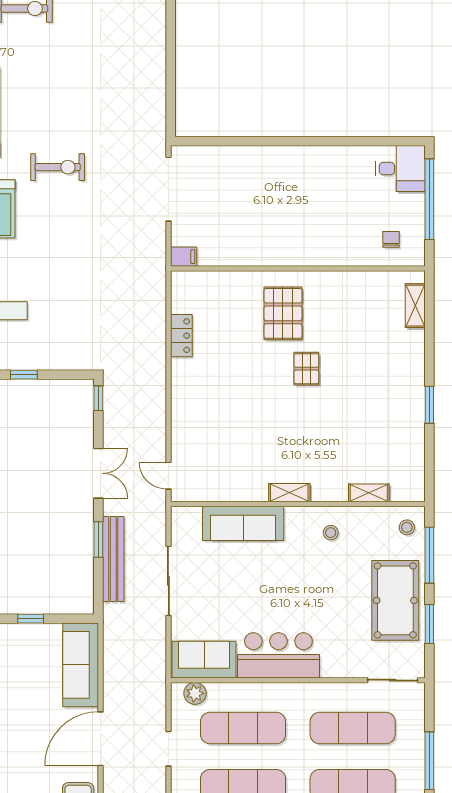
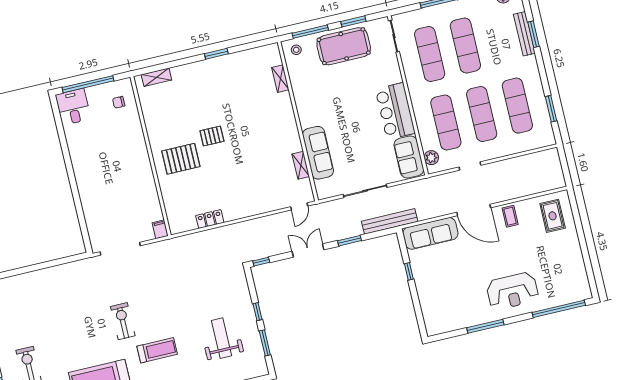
shelving: (289, 493) -> (301, 165), moved
stool: (331, 533) -> (311, 97), removed
bench: (113, 559) -> (390, 221), moved

